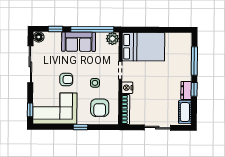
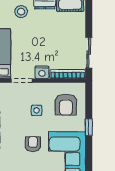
stool: (179, 70) -> (21, 12), added
armchair: (100, 108) -> (66, 105), turned 90
sliding door: (157, 128) -> (89, 53), moved

